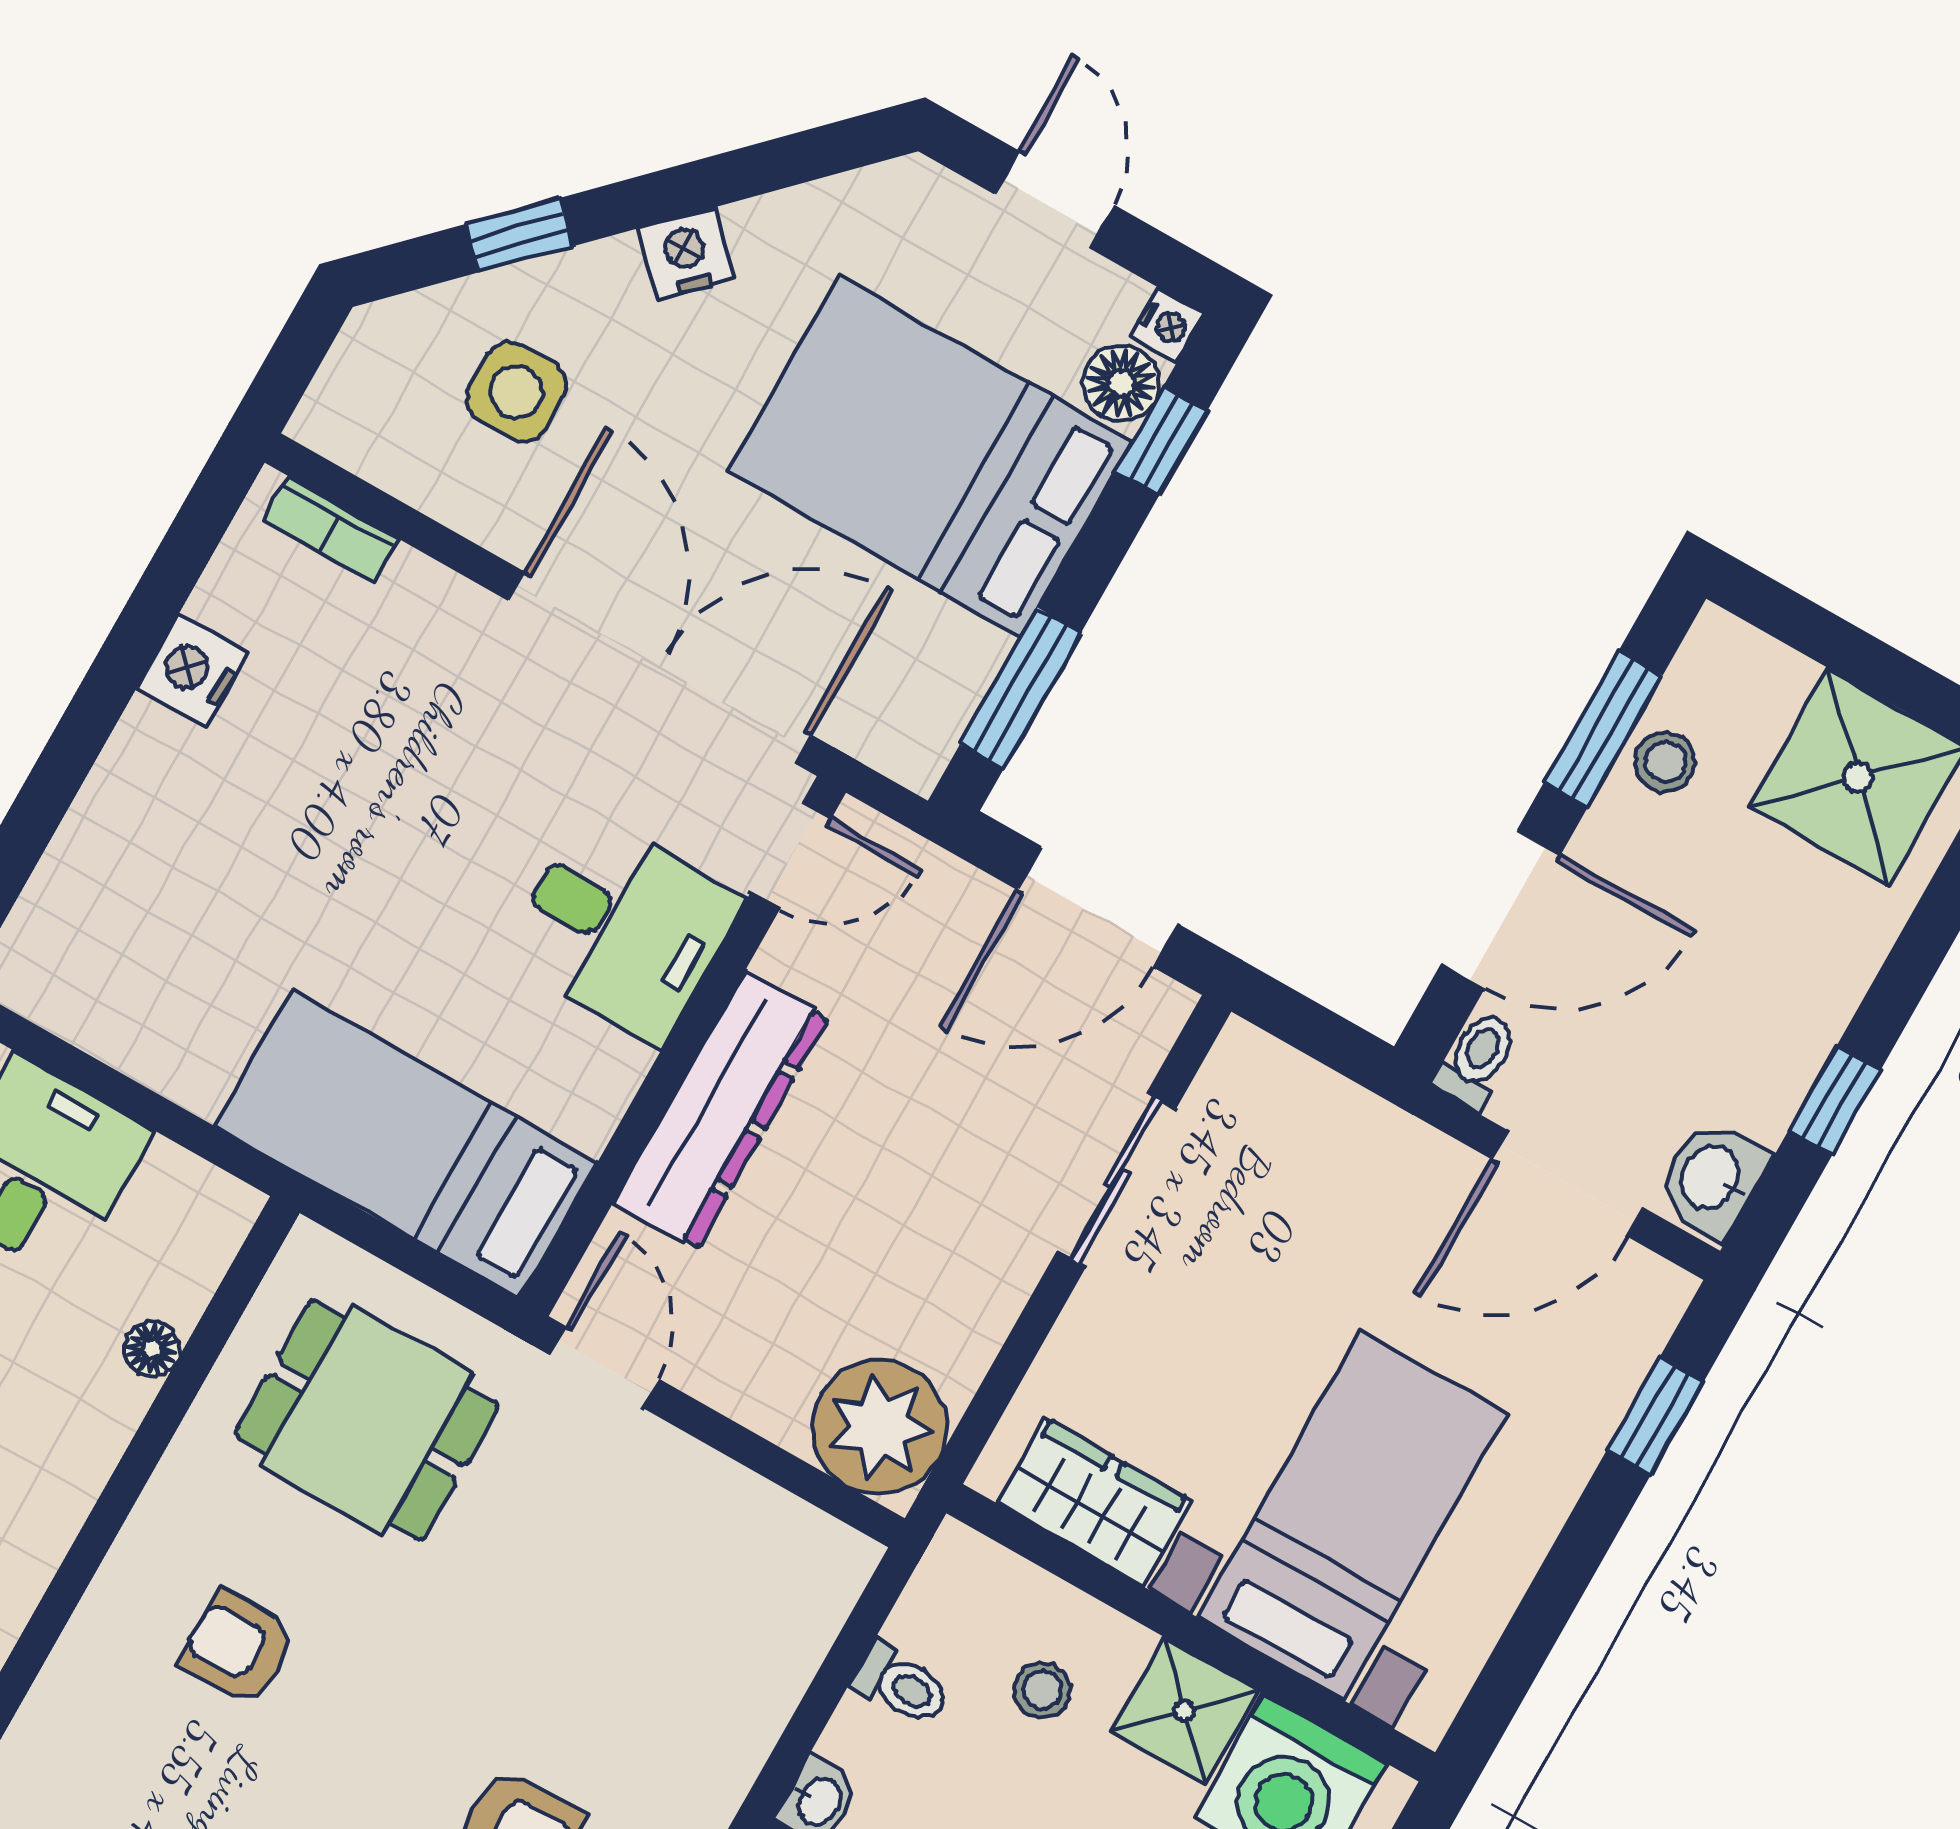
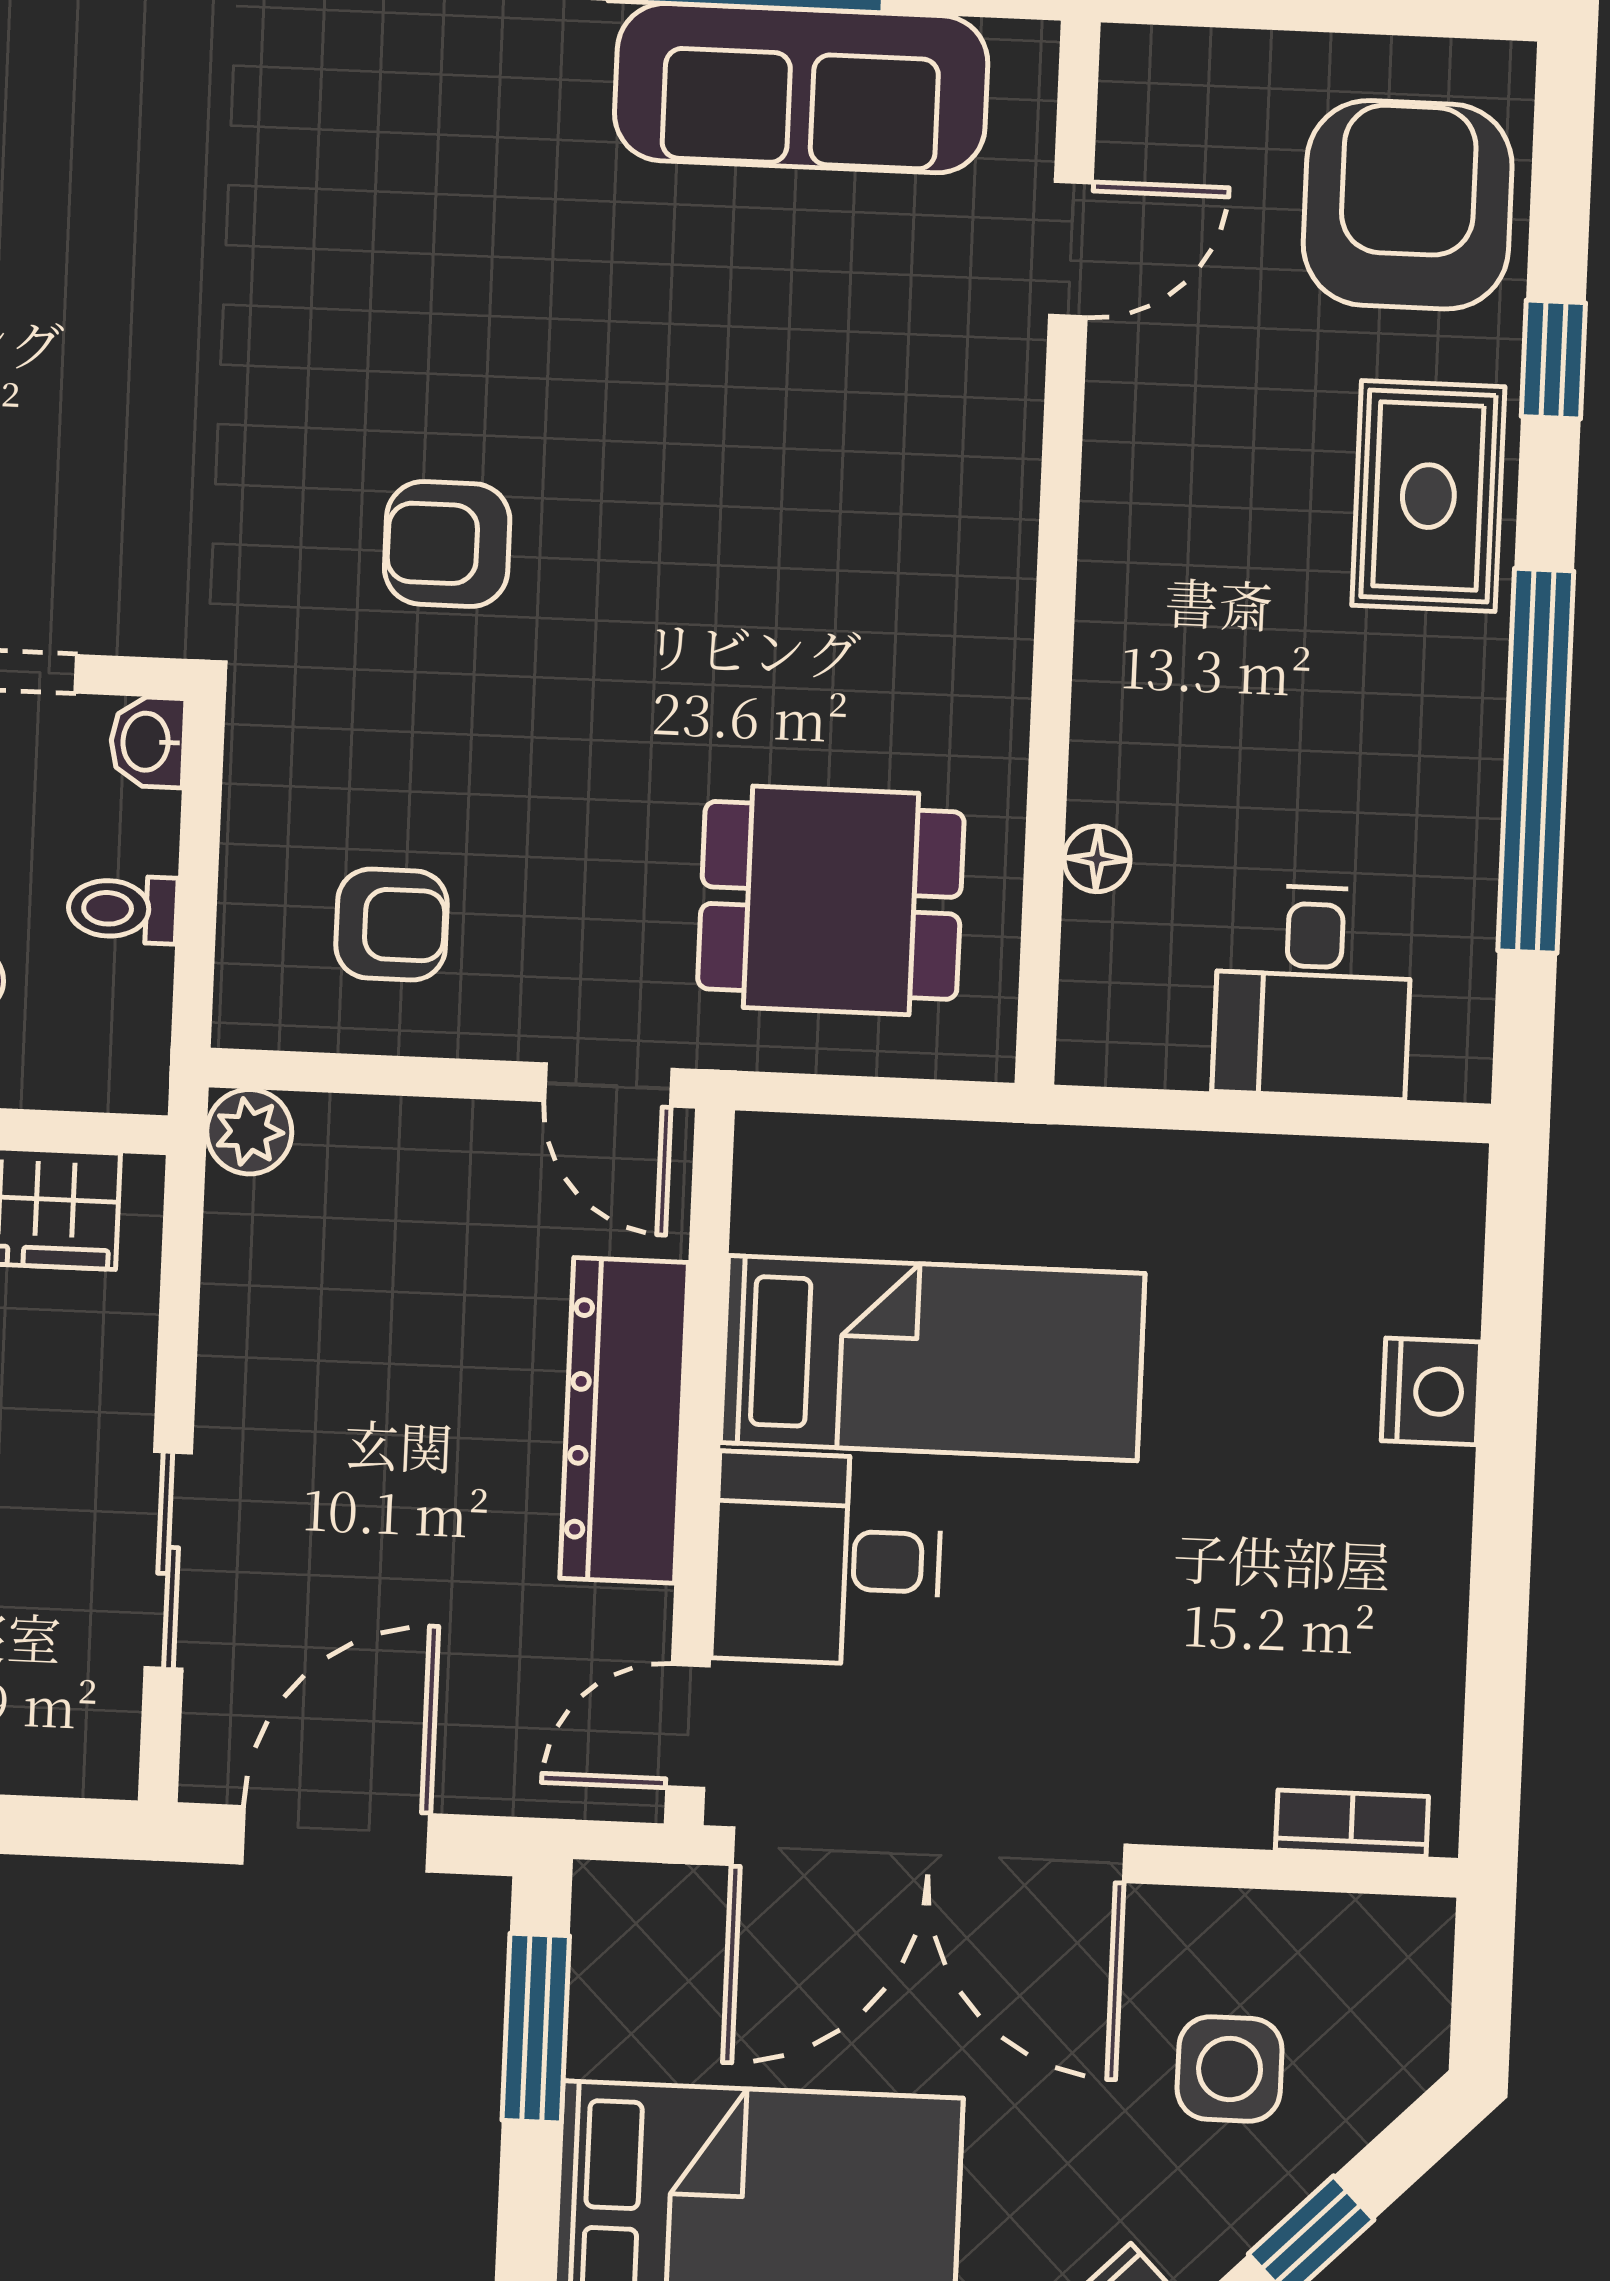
nightstand: (192, 670) -> (1431, 1391), moved
bed: (406, 1144) -> (933, 1358), moved
plant: (880, 1427) -> (249, 1132), width x0.53, depth x0.53
armchair: (238, 1647) -> (392, 924), moved

